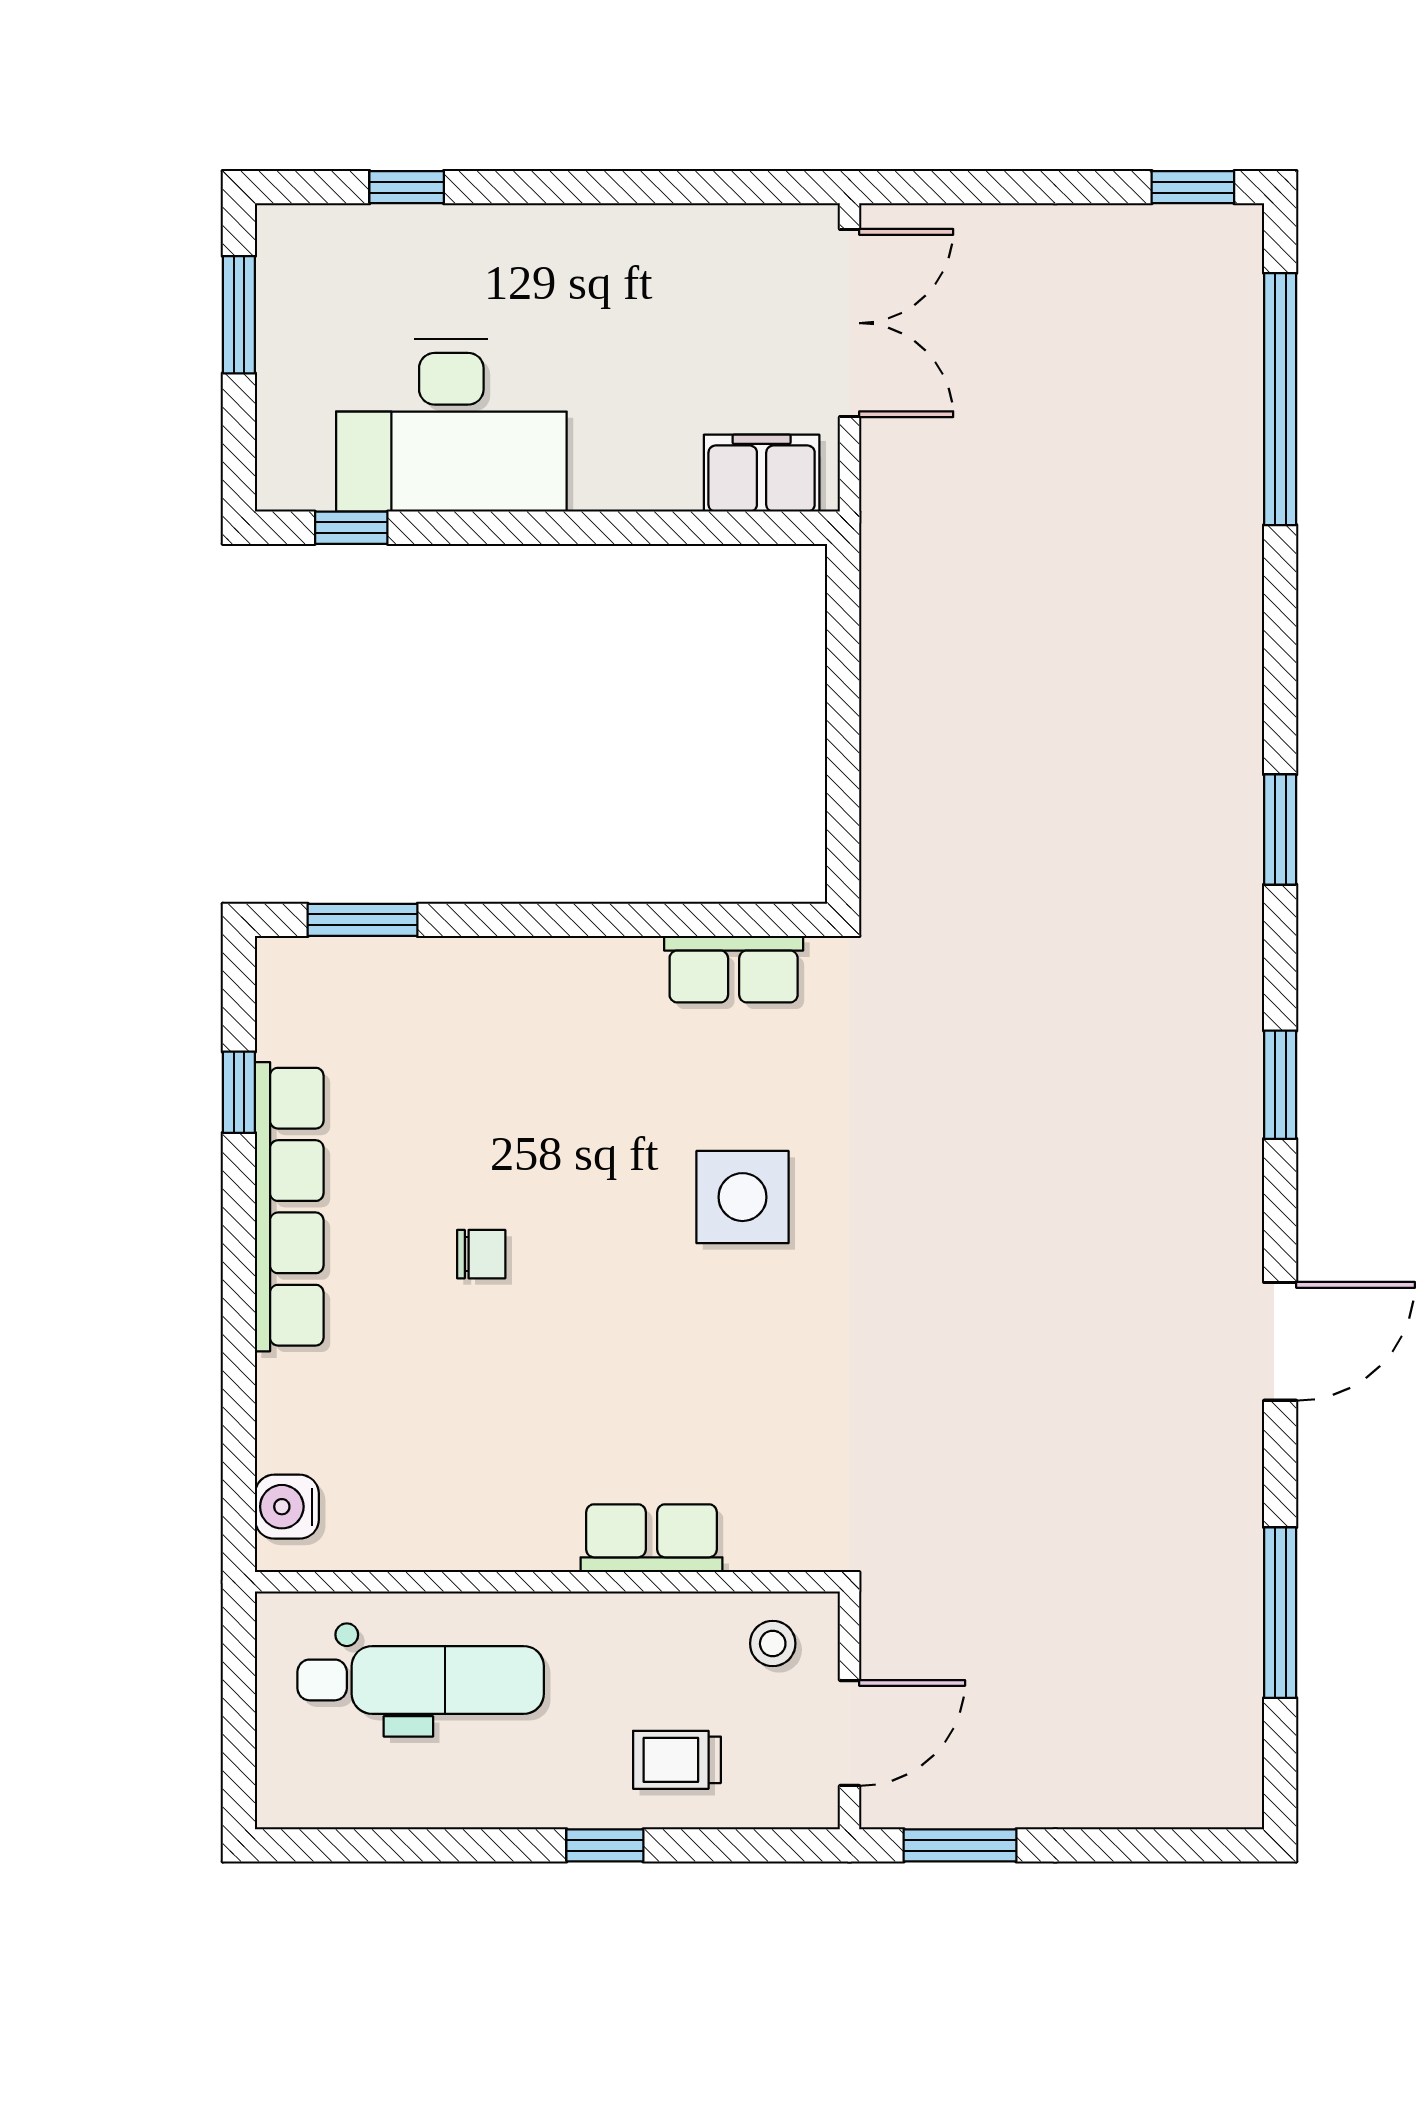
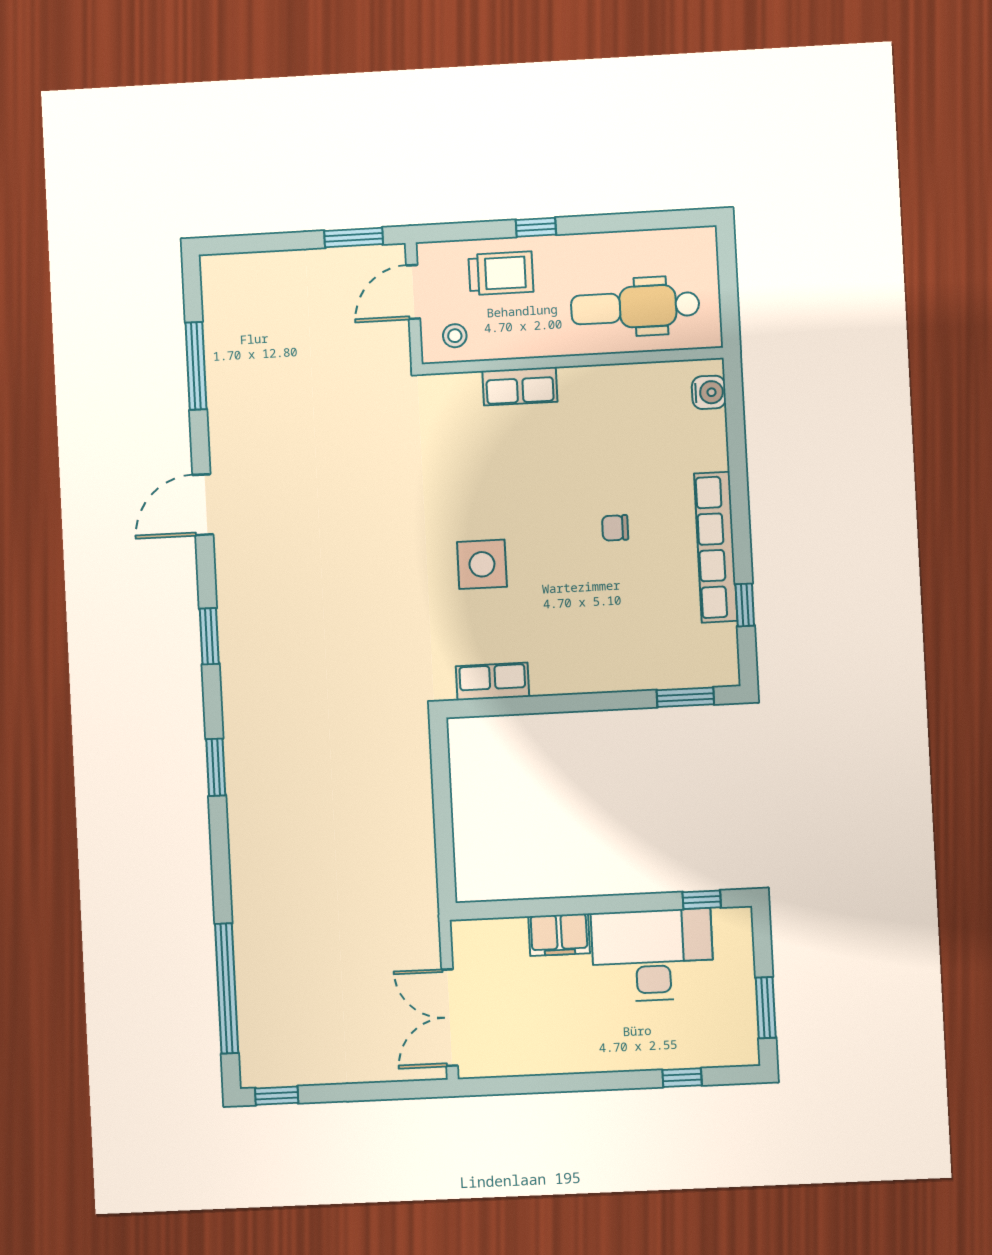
filing cabinet: (762, 473) -> (559, 935), moved
trolley: (677, 1760) -> (501, 273), width x1.36, depth x1.39

